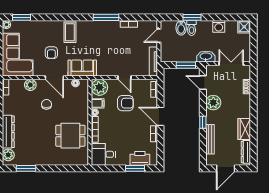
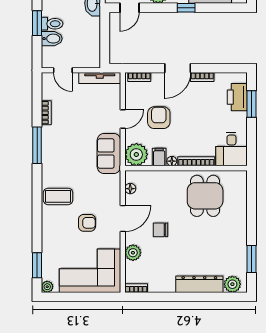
window: (186, 65) -> (105, 32), removed
sofa: (82, 68) -> (109, 153), moved

